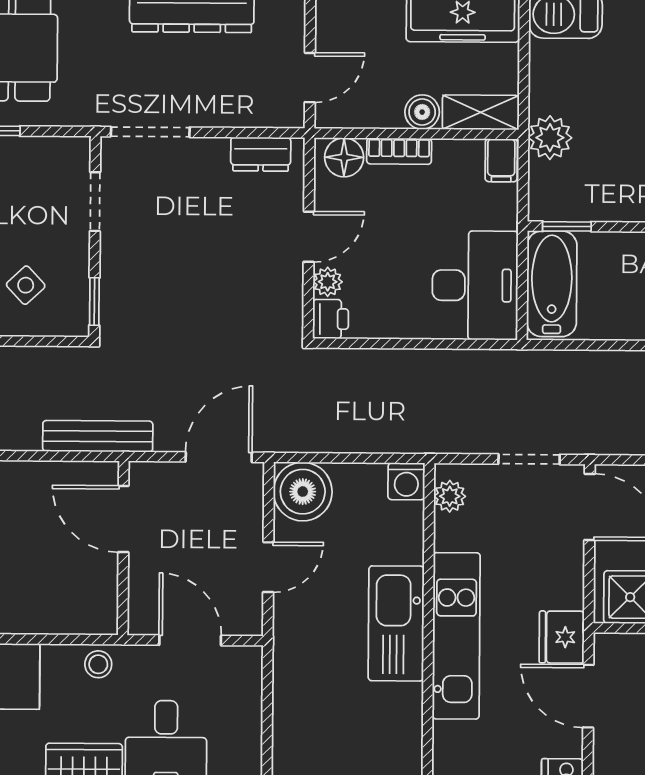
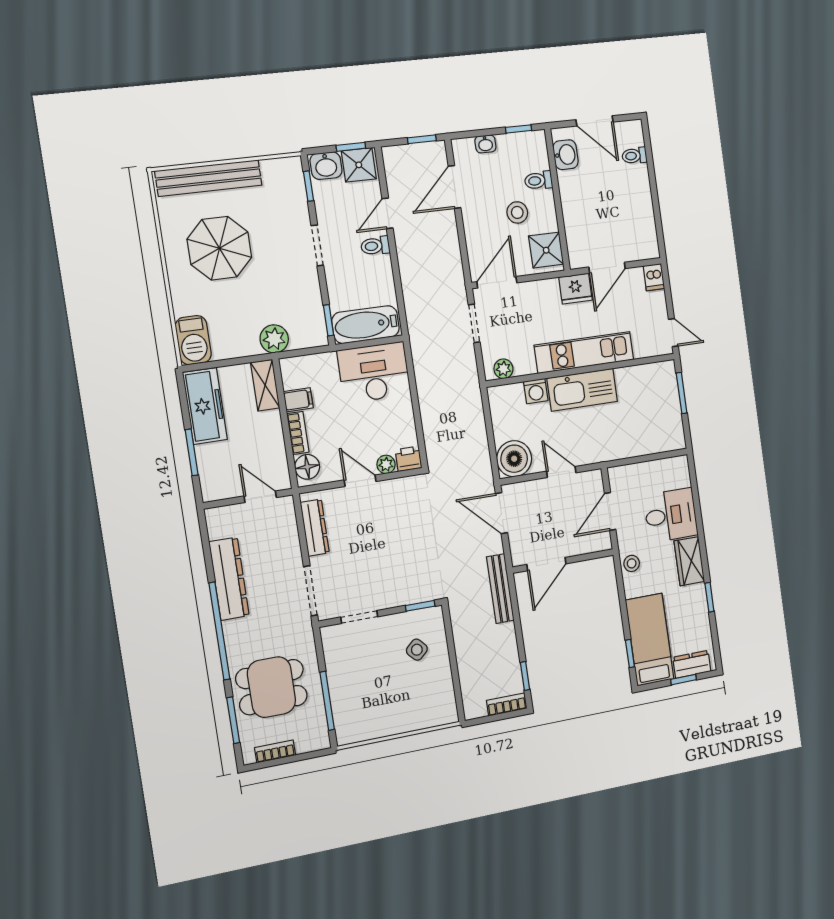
boiler: (422, 112) -> (271, 422), removed
dresser: (261, 154) -> (315, 528), width x1.44
filing cabinet: (501, 160) -> (298, 400), moved
washing machine: (406, 481) -> (536, 391), moved, turned 90

